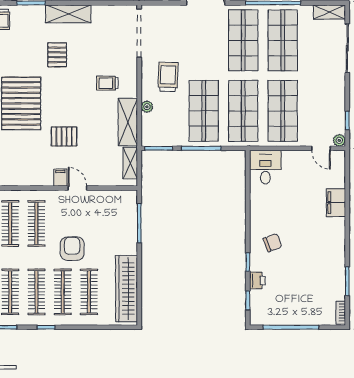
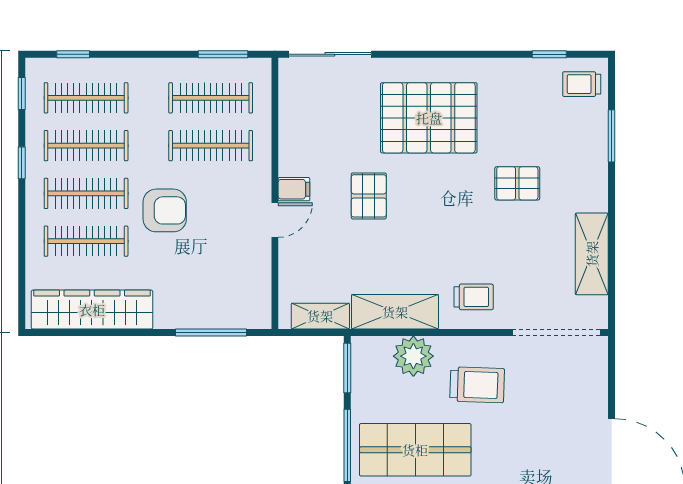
shelving: (68, 14) -> (592, 254), moved
trolley: (107, 83) -> (474, 297), moved, turned 90
plant: (147, 107) -> (413, 356), width x1.88, depth x1.88

